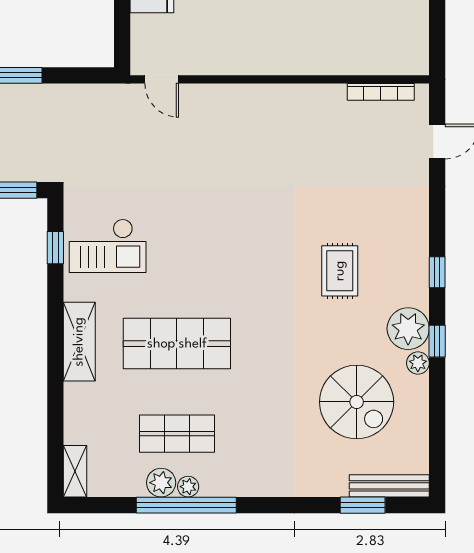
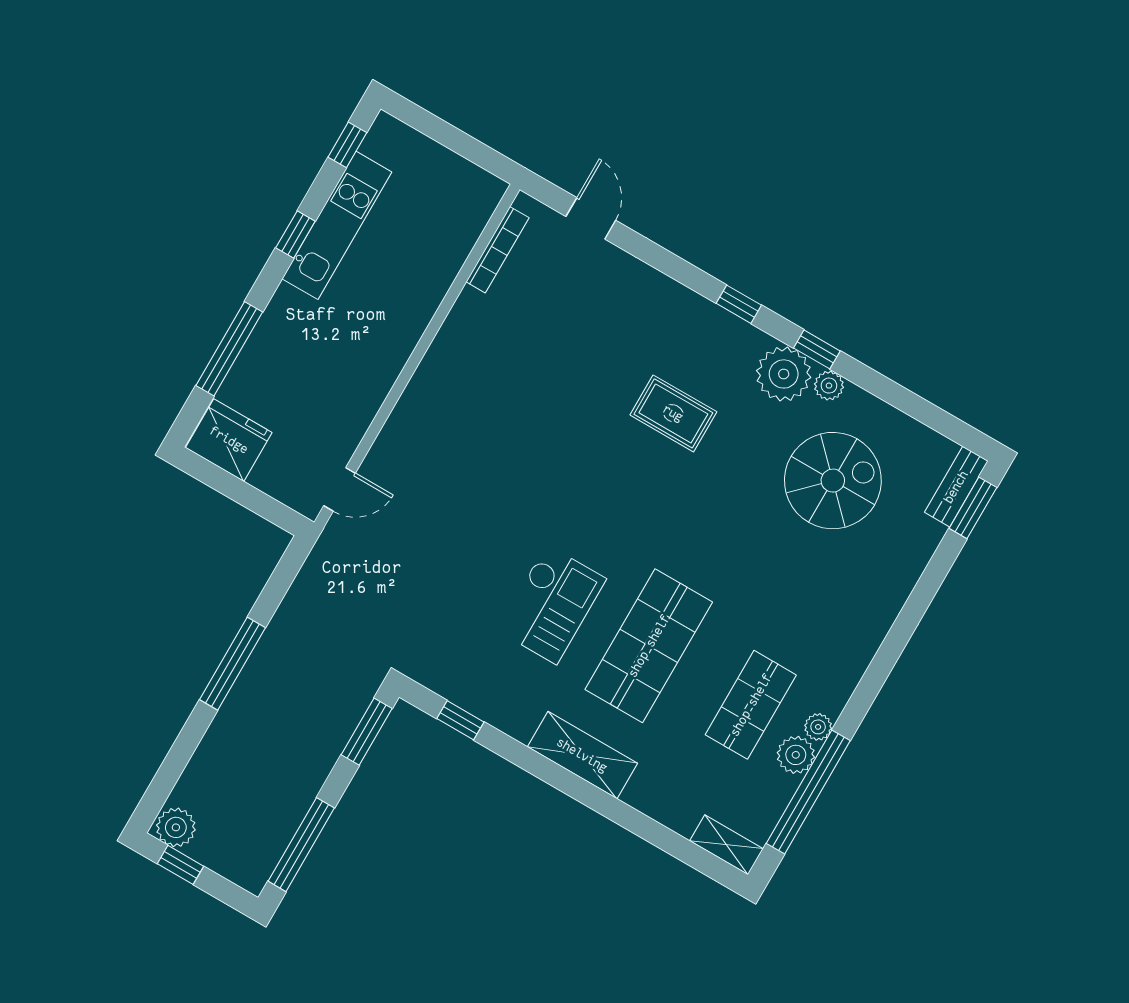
checkout: (108, 246) -> (551, 604), moved
bench: (389, 486) -> (956, 487), width x0.73
window: (186, 505) -> (808, 792), moved
window: (363, 505) -> (973, 508), moved

